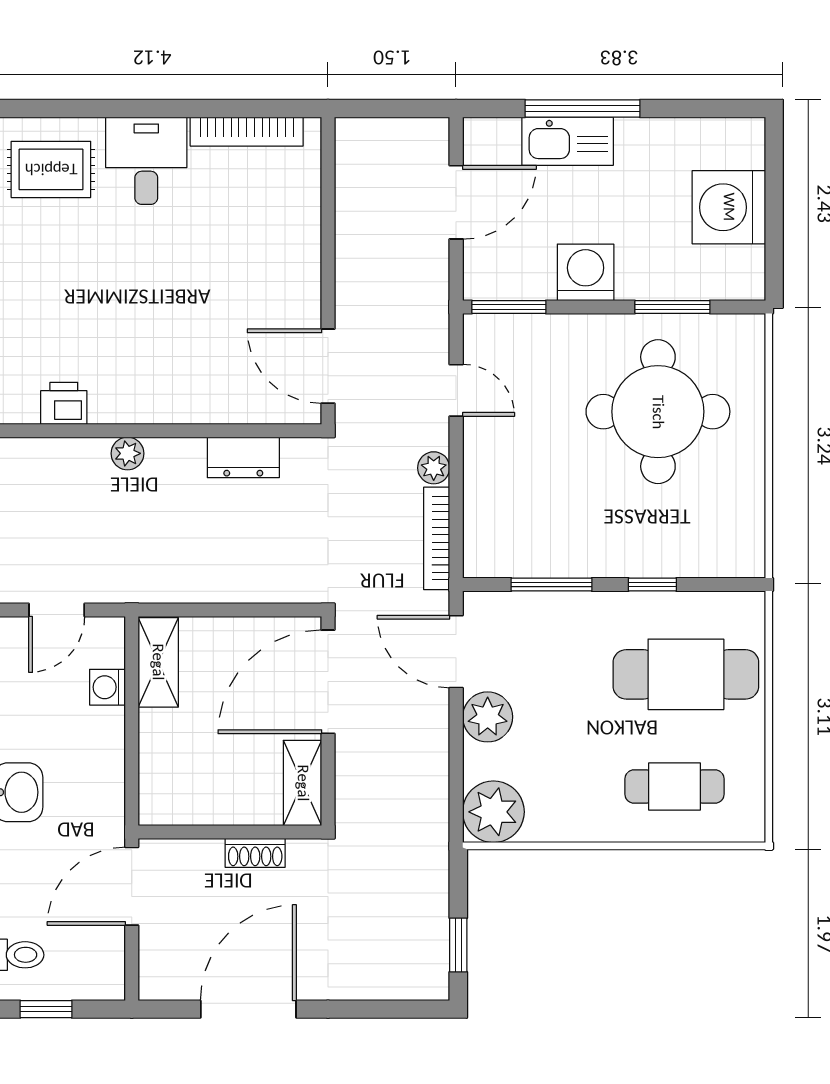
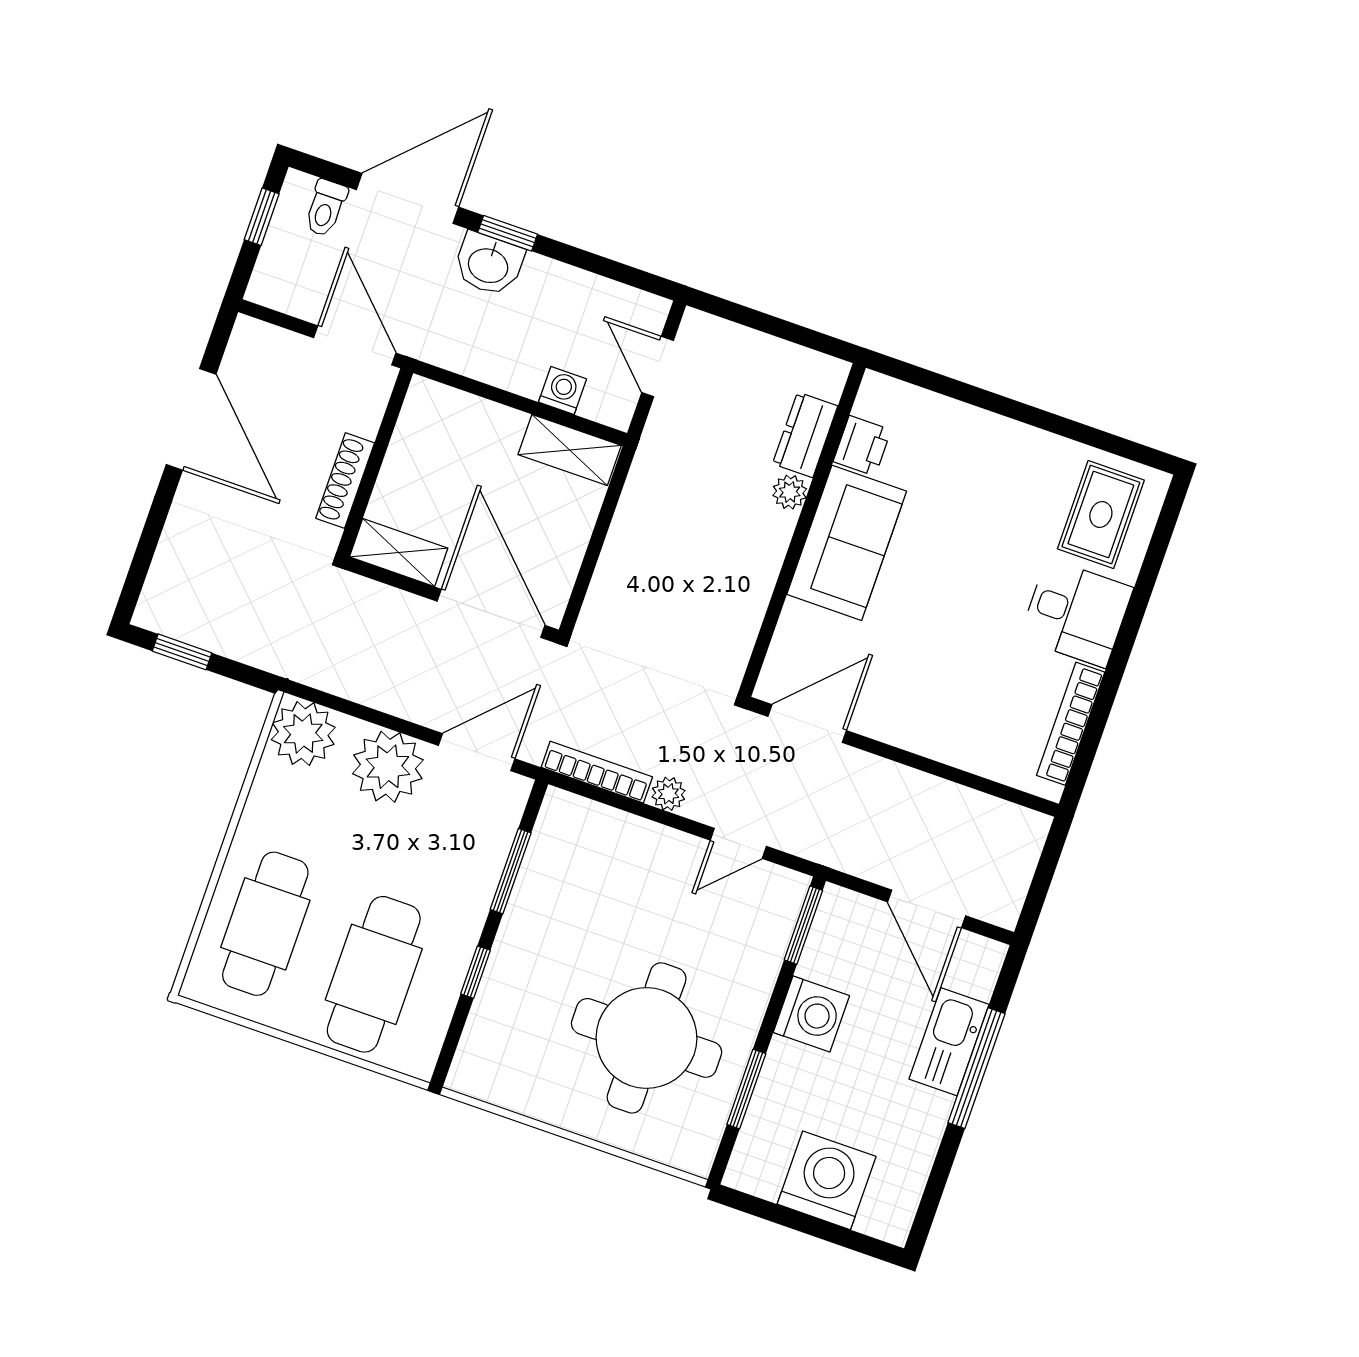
sofa: (155, 387) -> (847, 543), added
dresser: (243, 457) -> (805, 435), moved
plant: (488, 717) -> (388, 767), width x1.36, depth x1.36
cafe table: (674, 787) -> (265, 924), width x1.37, depth x1.35
shoe rack: (255, 853) -> (345, 481), width x1.43

